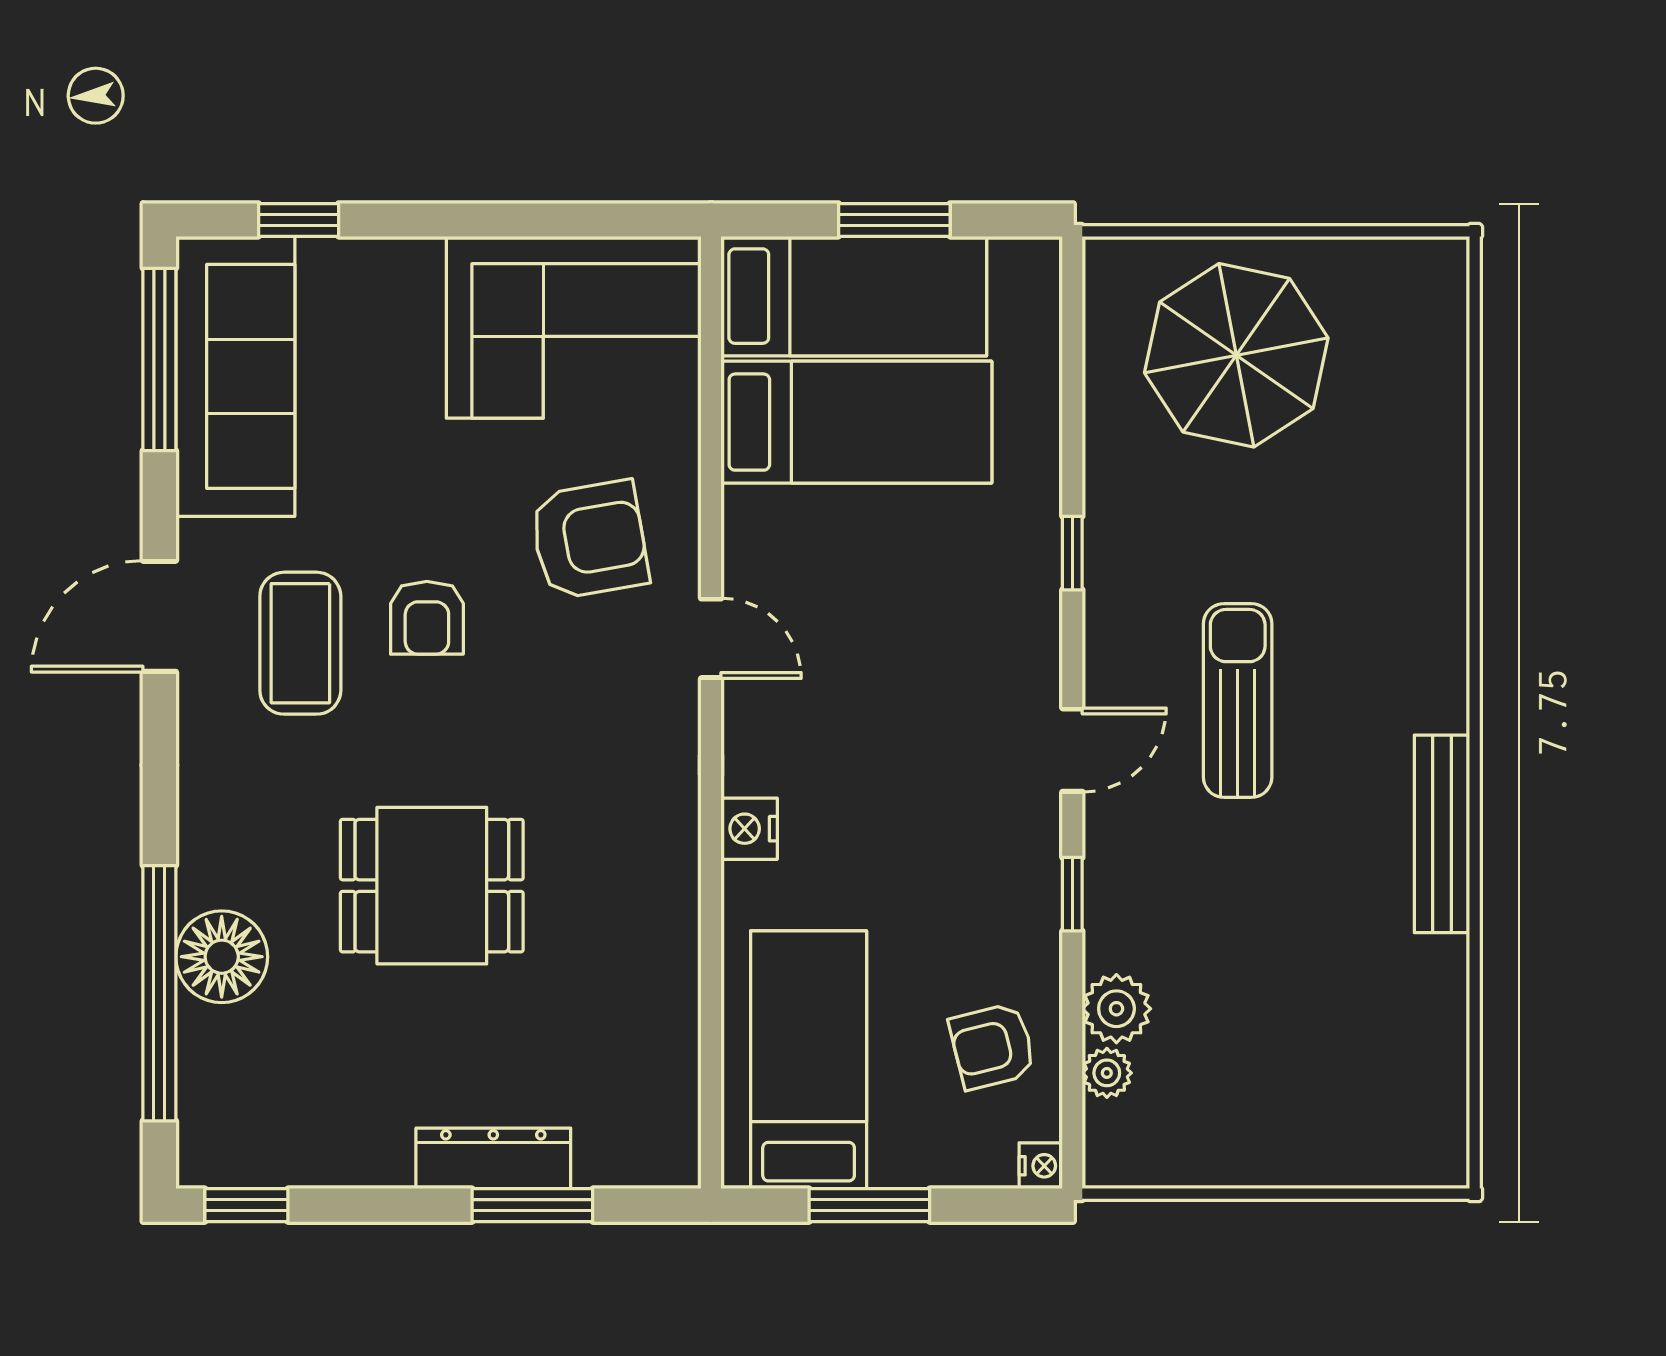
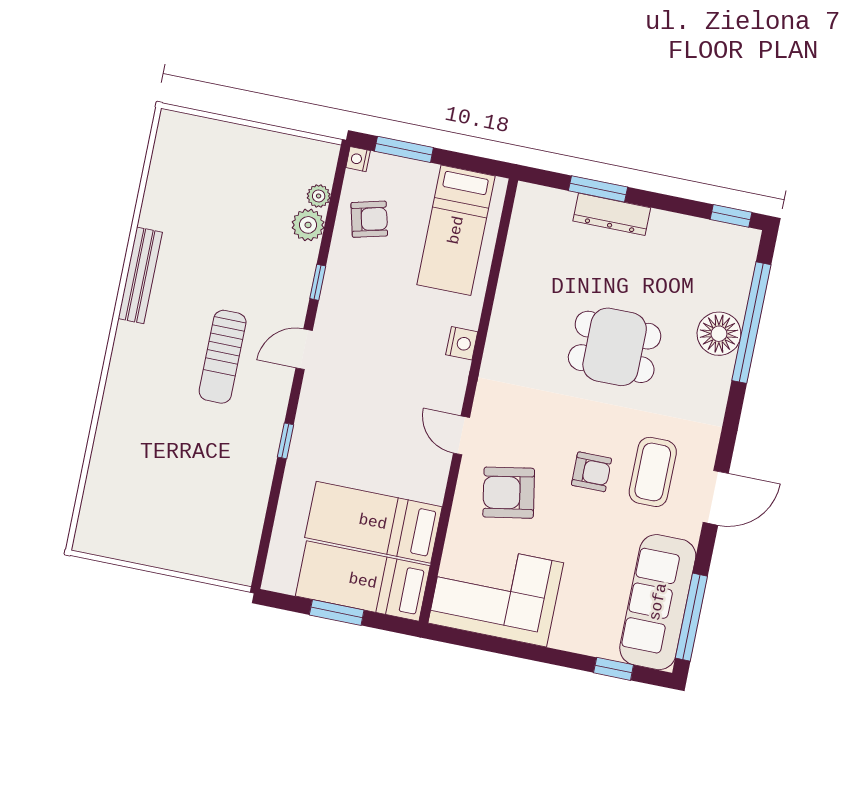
parasol: (1236, 355) -> (191, 517), removed
armchair: (427, 618) -> (592, 472), turned 90
window: (869, 1205) -> (404, 149), moved

